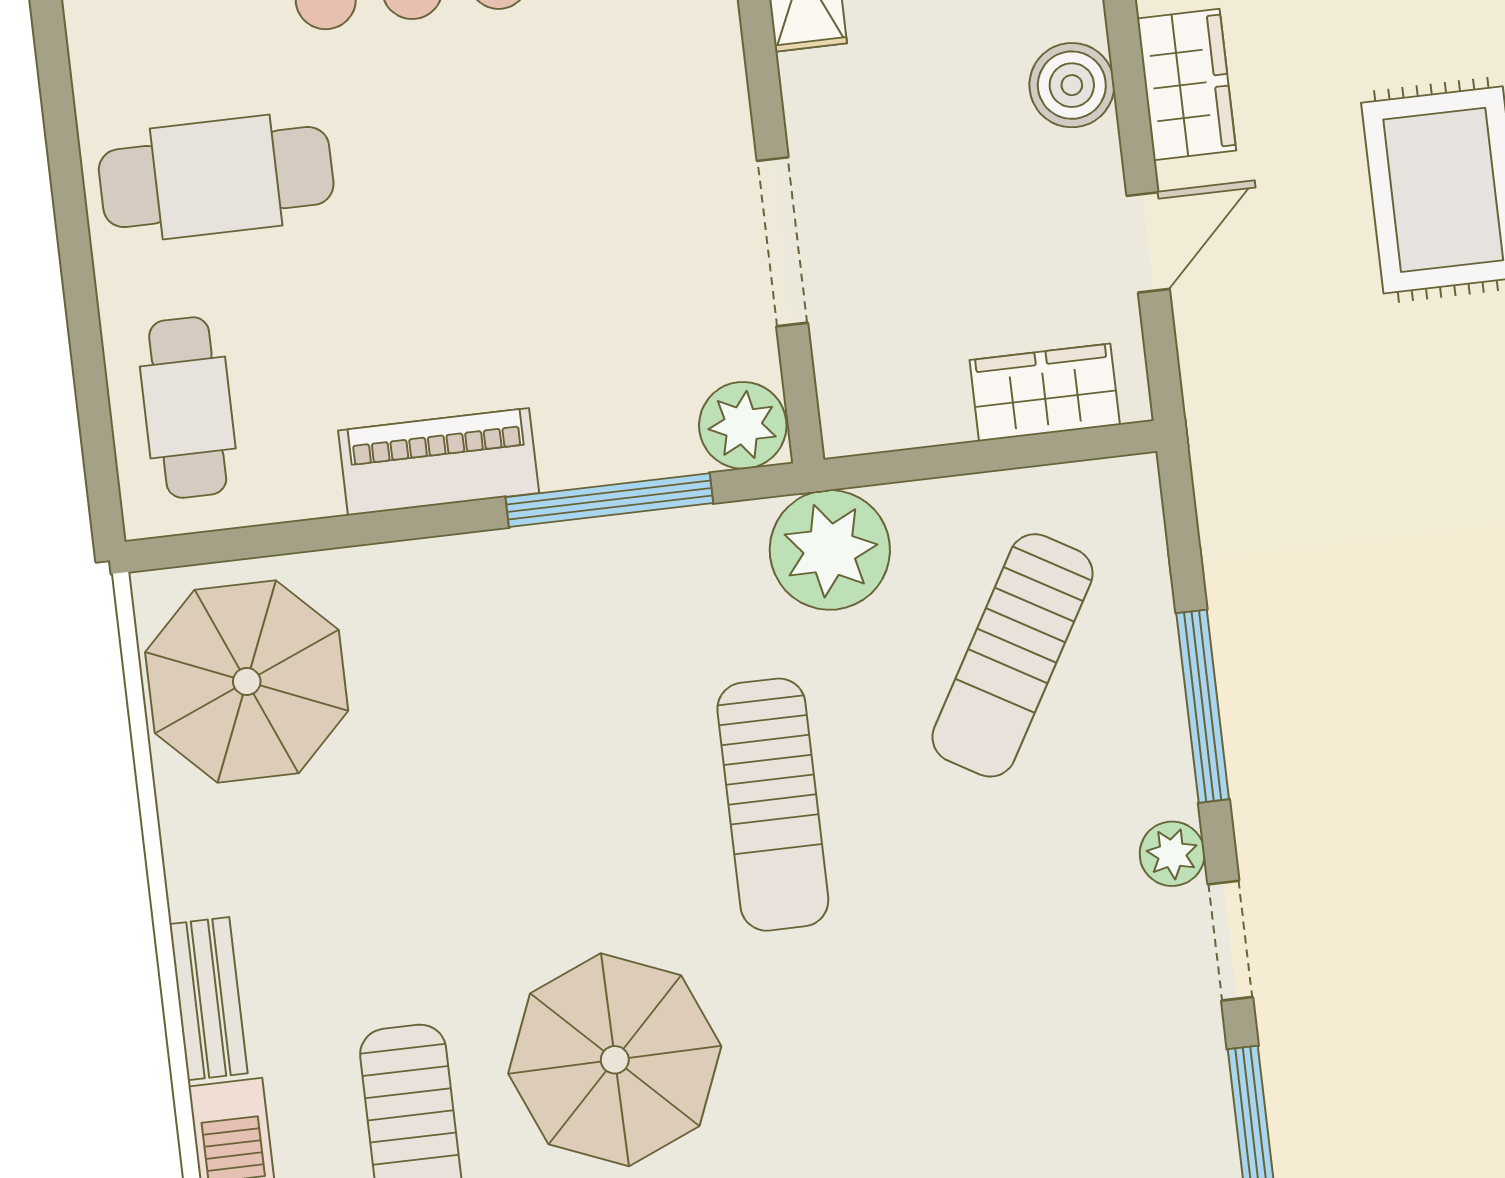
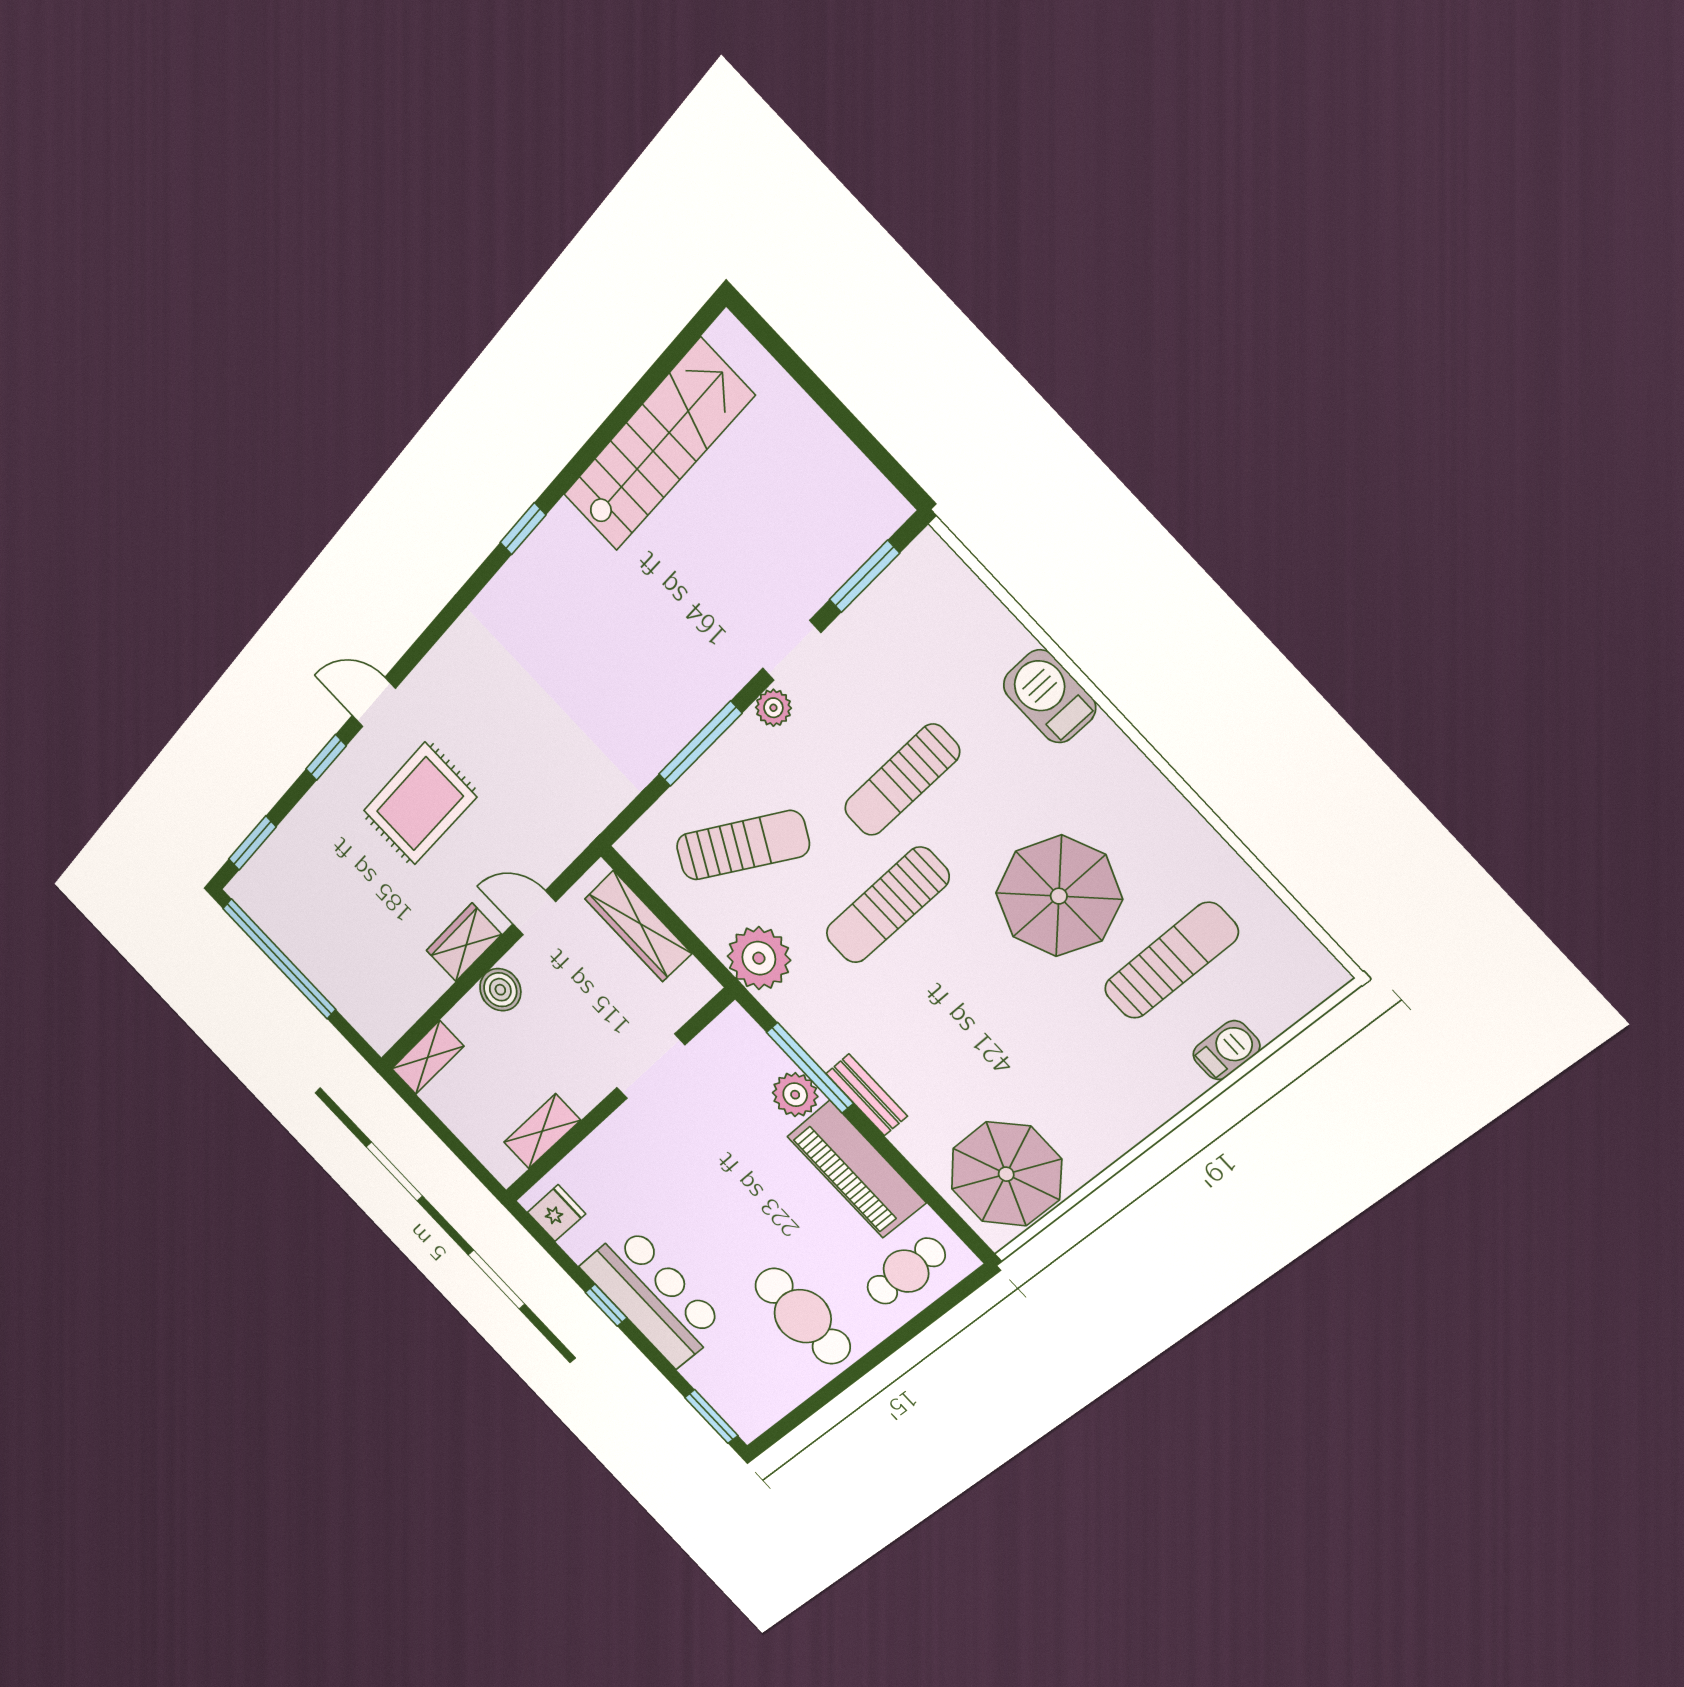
wardrobe: (1045, 392) -> (638, 926), width x1.50
plant: (743, 425) -> (795, 1095), moved
piano: (439, 462) -> (856, 1169), width x1.37, depth x1.33
sun lounger: (773, 805) -> (887, 905), turned 180
sun lounger: (936, 960) -> (902, 780), added
bench: (208, 999) -> (867, 1095), moved, turned 90

